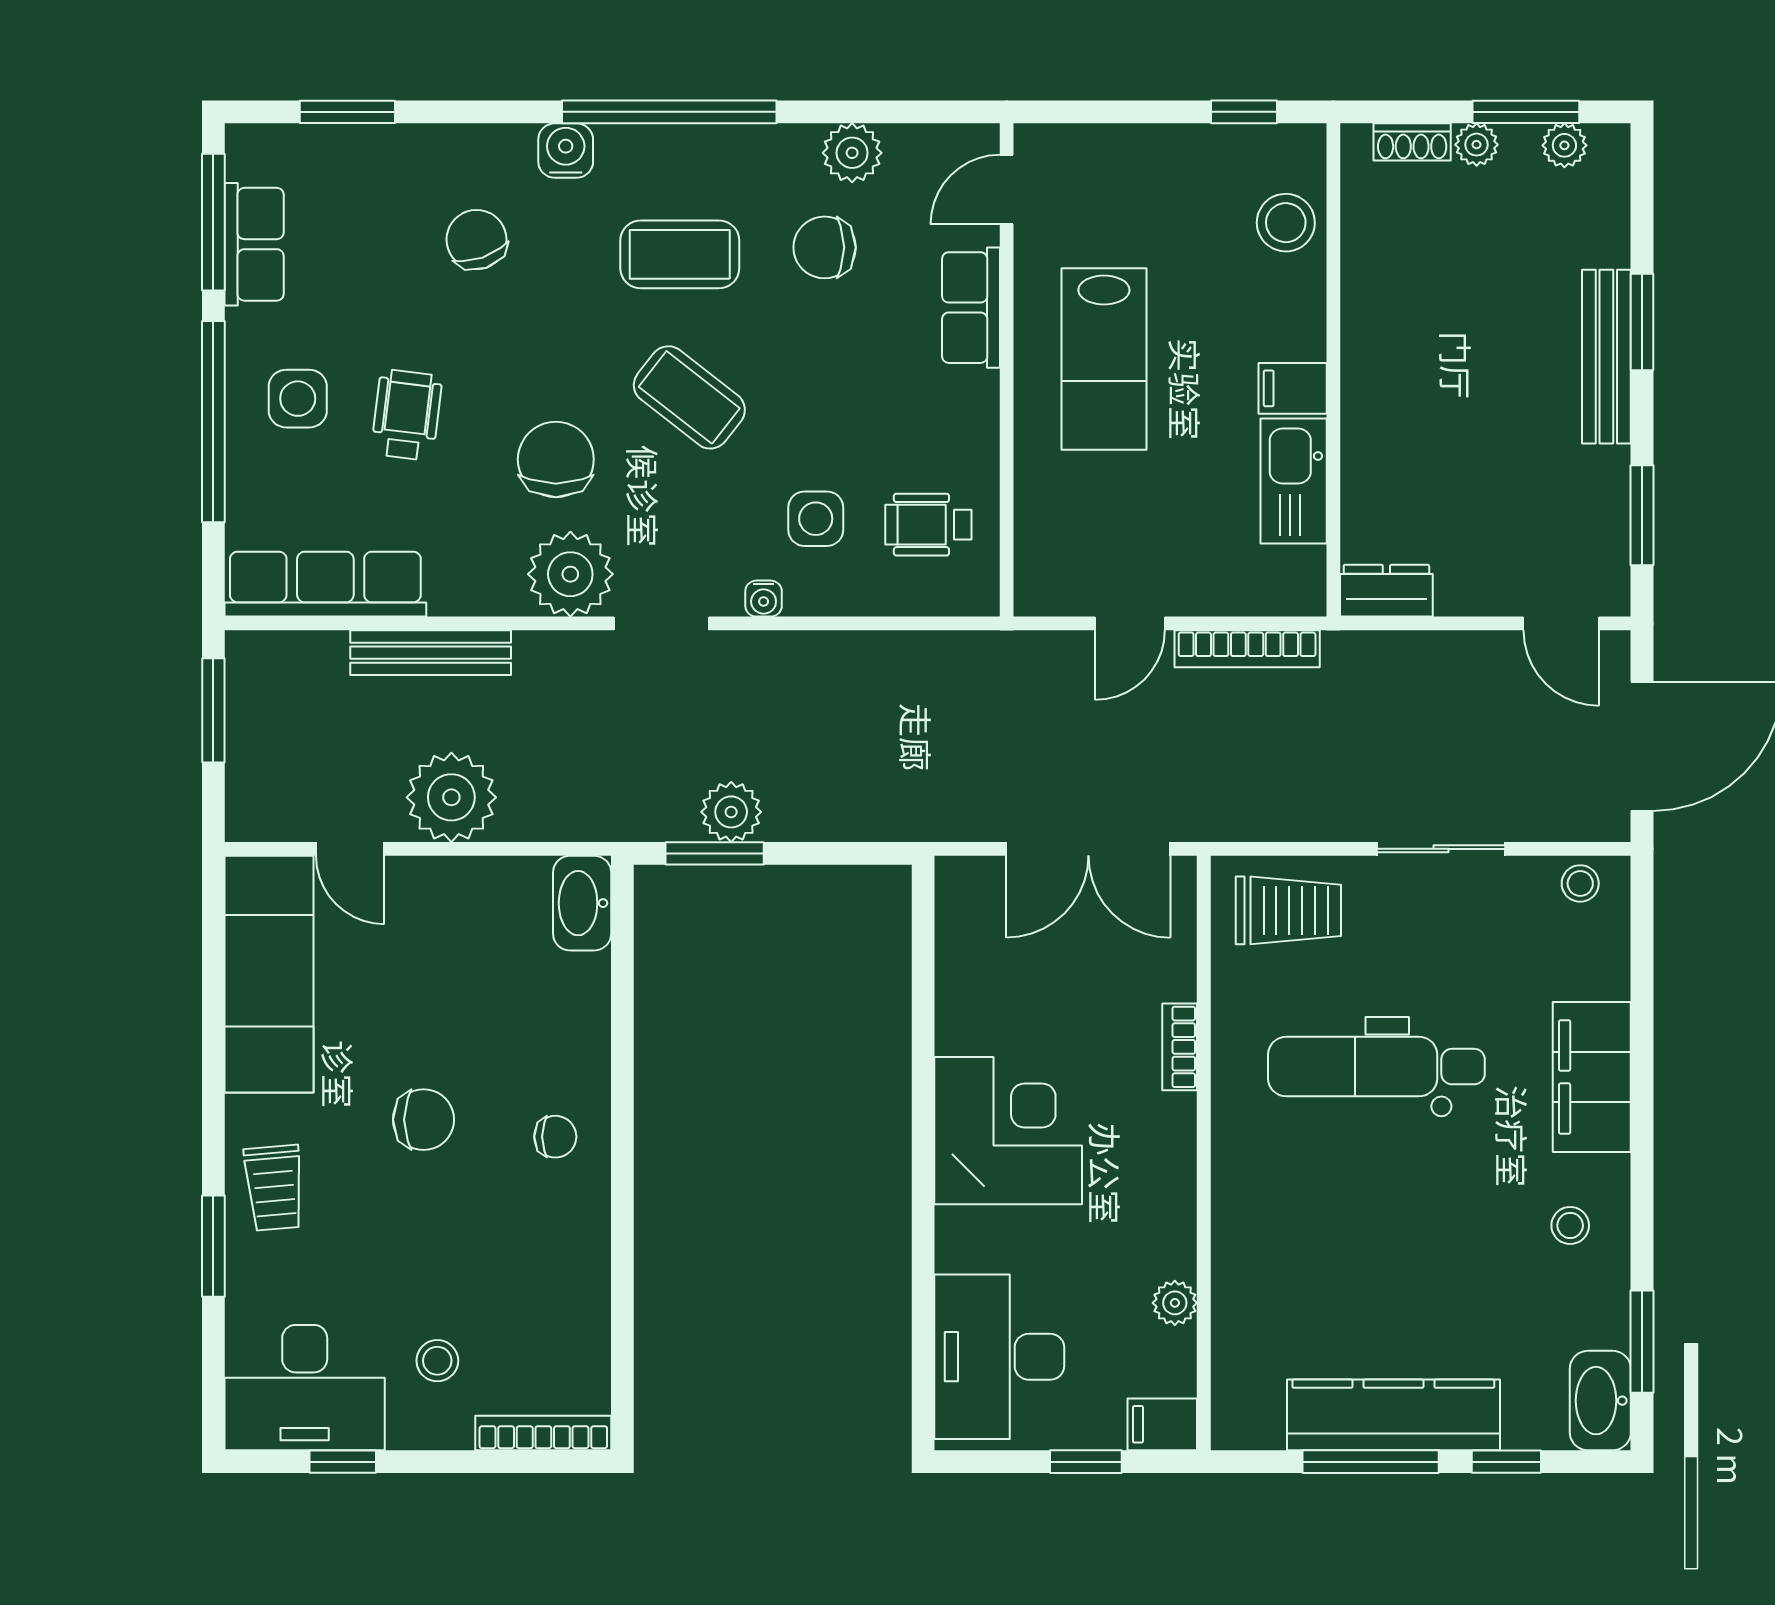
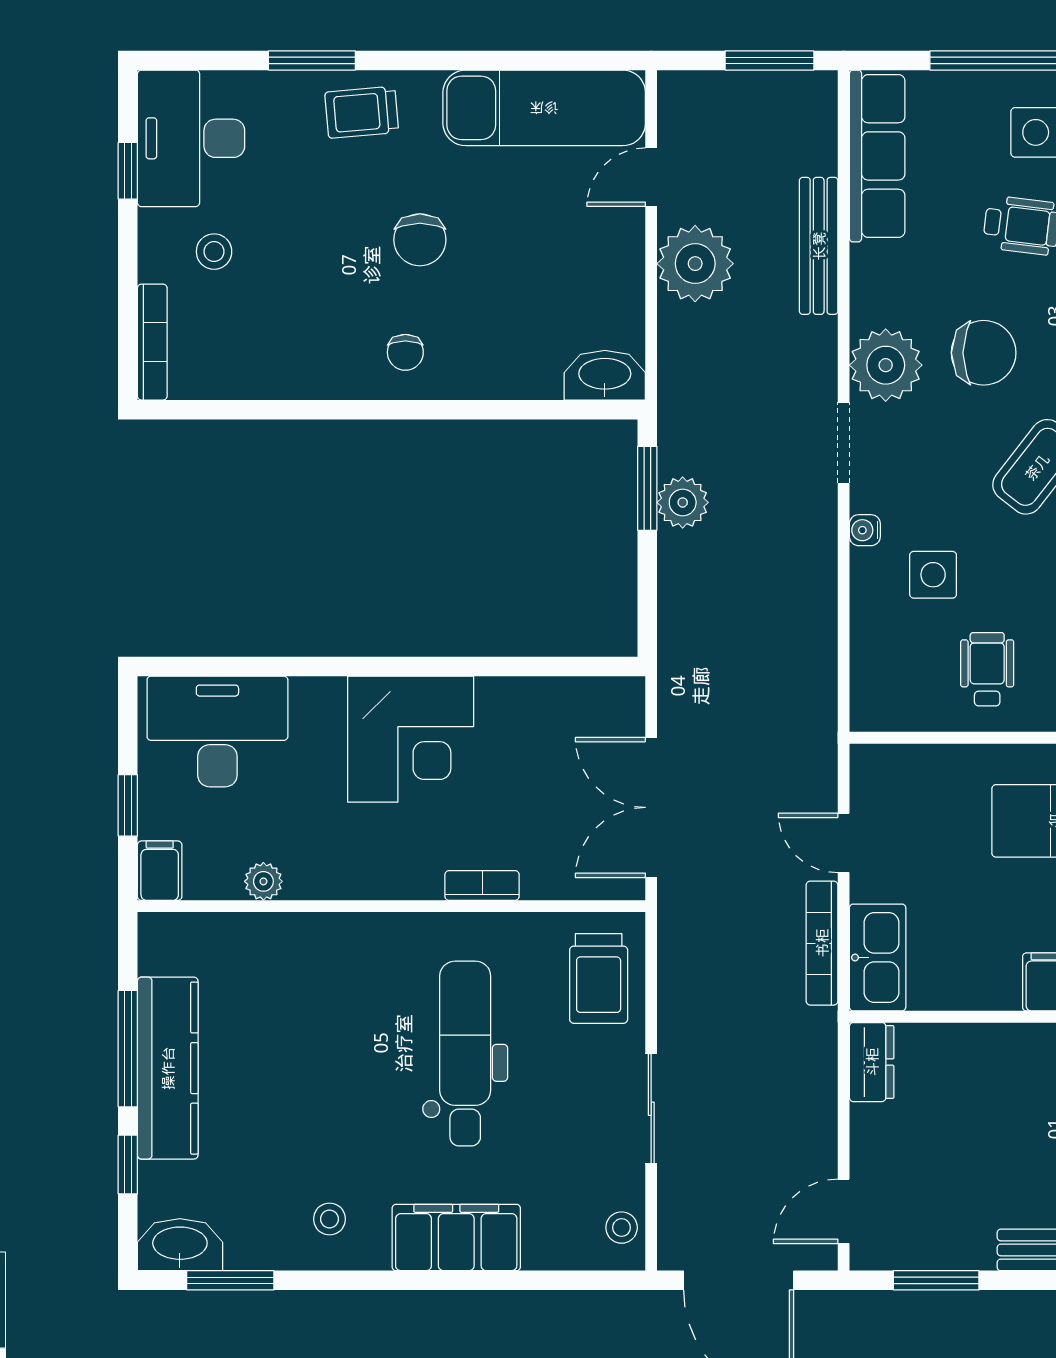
kitchen sink: (1294, 481) -> (878, 957), moved, turned 90
wheelchair: (928, 525) -> (987, 669), moved

